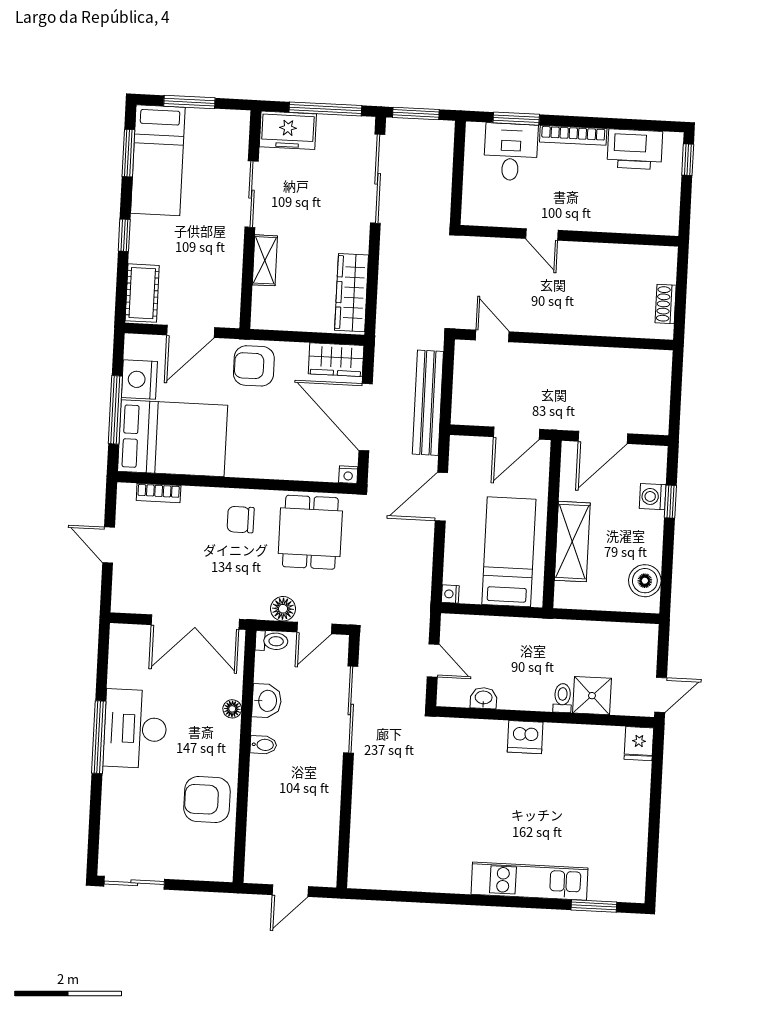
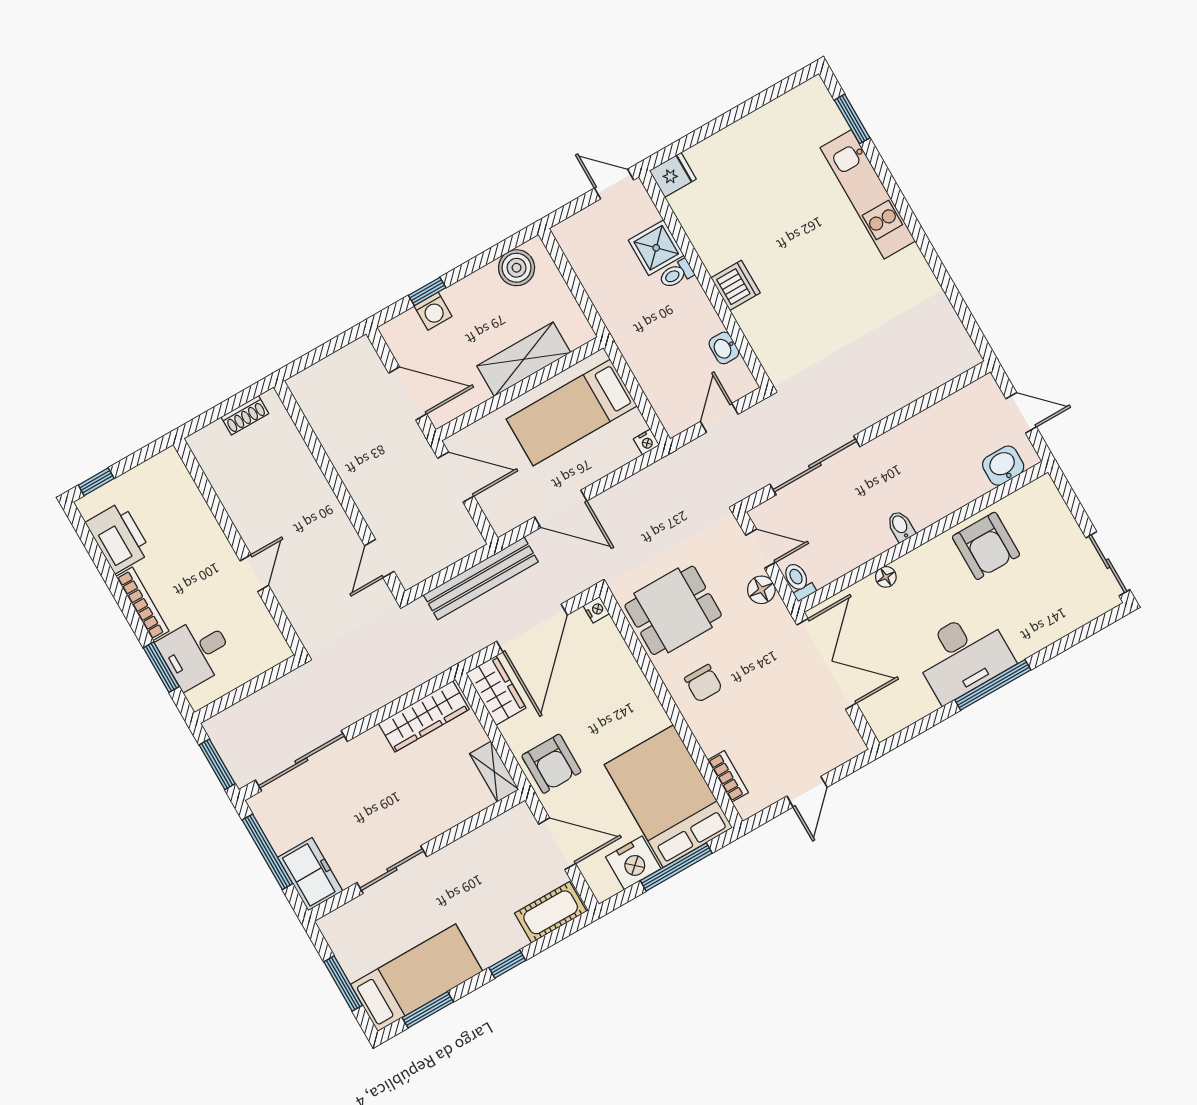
shelving: (265, 260) -> (494, 772), moved, turned 90
washbasin: (267, 701) -> (1003, 466), moved

